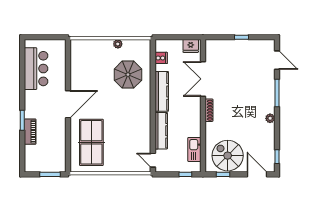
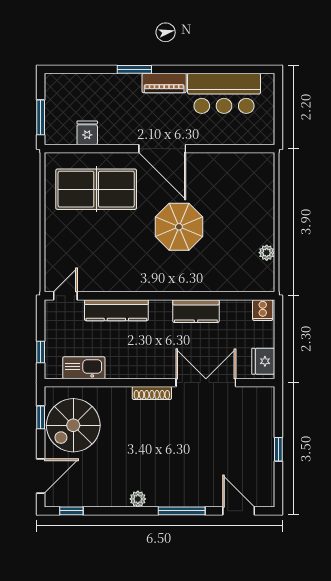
plant: (118, 44) -> (267, 253), moved
cooker: (161, 58) -> (263, 310), moved
door: (277, 60) -> (239, 511), swing flipped
parasol: (128, 75) -> (179, 227), moved
kitchen counter: (162, 91) -> (196, 311), width x0.67
piano: (30, 132) -> (164, 83), moved
fridge: (59, 148) -> (87, 133), added
spiral stairs: (228, 156) -> (73, 425), turned 180

